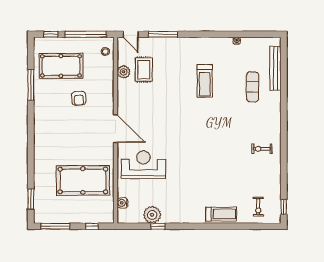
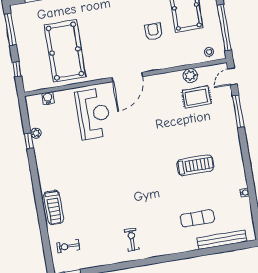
treadmill: (205, 81) -> (195, 165), turned 180
armchair: (79, 98) -> (153, 32), turned 94
plant: (152, 215) -> (36, 133), width x0.53, depth x0.53

